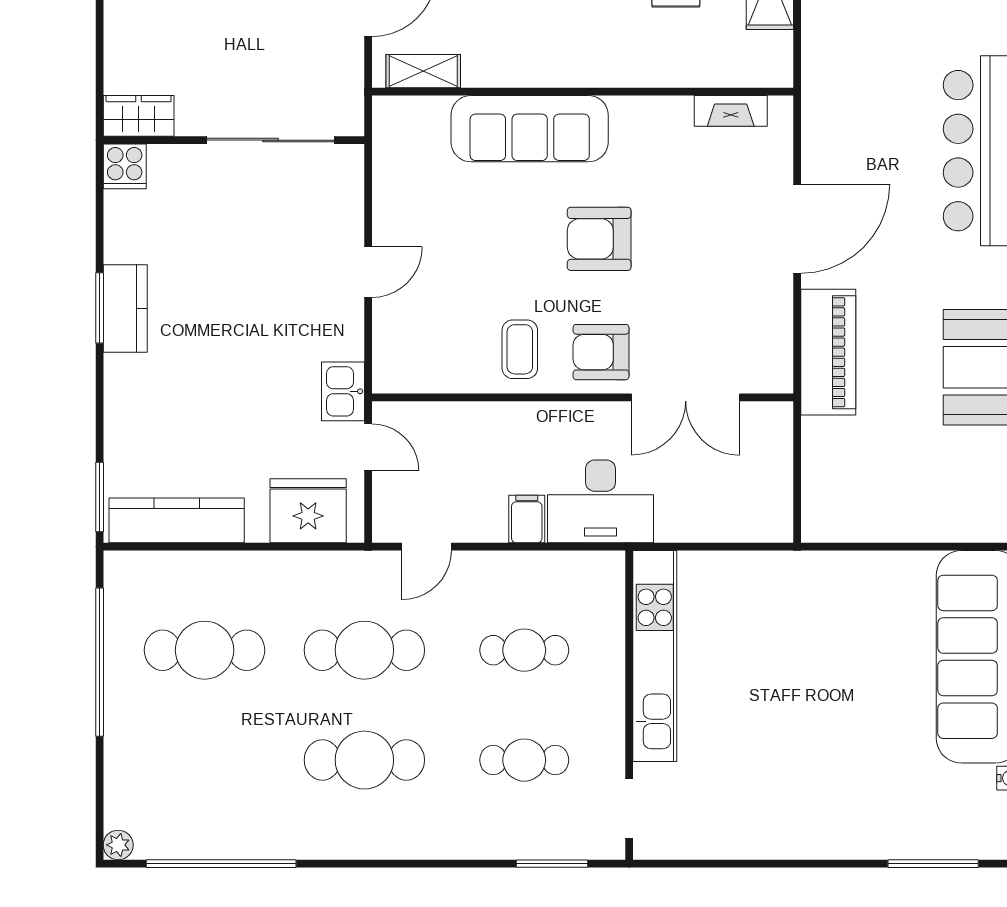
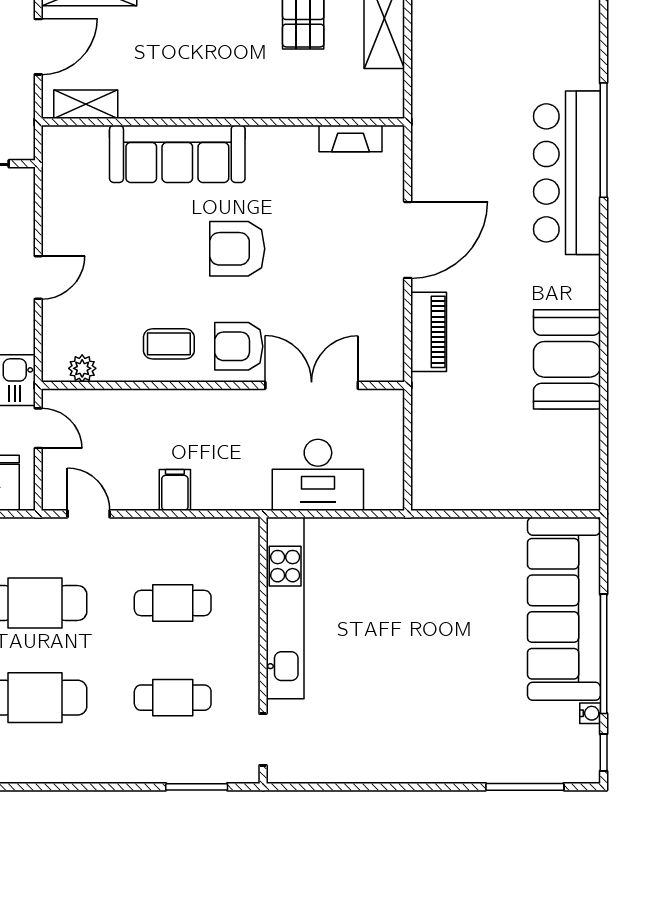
coffee table: (520, 349) -> (169, 344), turned 90
piano: (828, 352) -> (429, 332), width x0.73, depth x0.75
plant: (419, 378) -> (82, 368), added
double door: (686, 397) -> (312, 385), swing flipped
desk: (600, 501) -> (318, 475), moved
door: (427, 547) -> (89, 514), swing flipped

